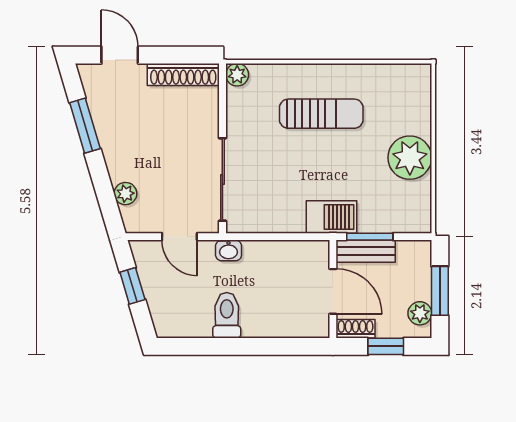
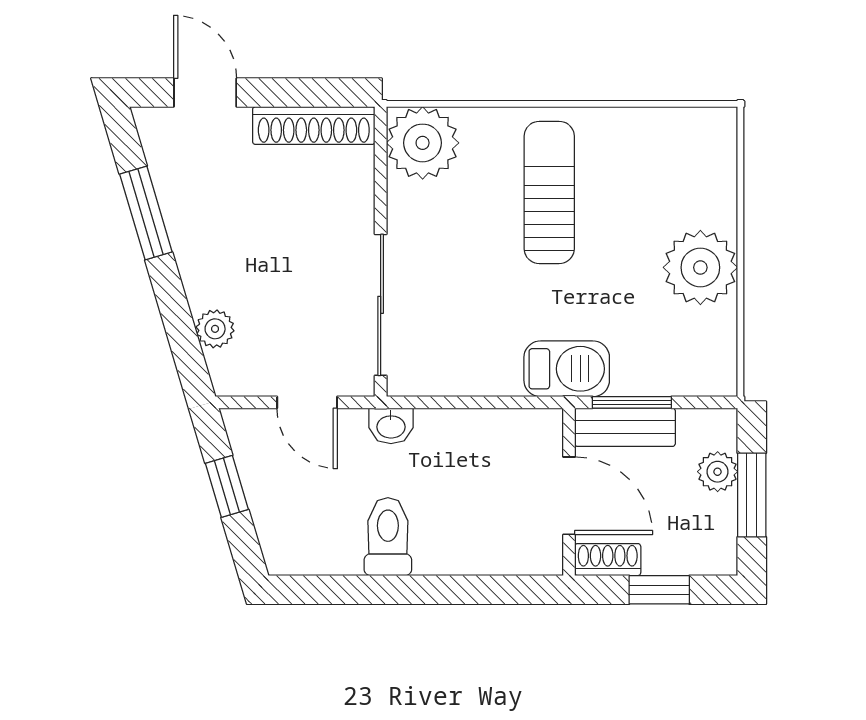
plant: (237, 75) -> (423, 143), width x1.87, depth x1.87
sun lounger: (321, 114) -> (549, 192), turned -90
plant: (420, 313) -> (718, 472), moved

